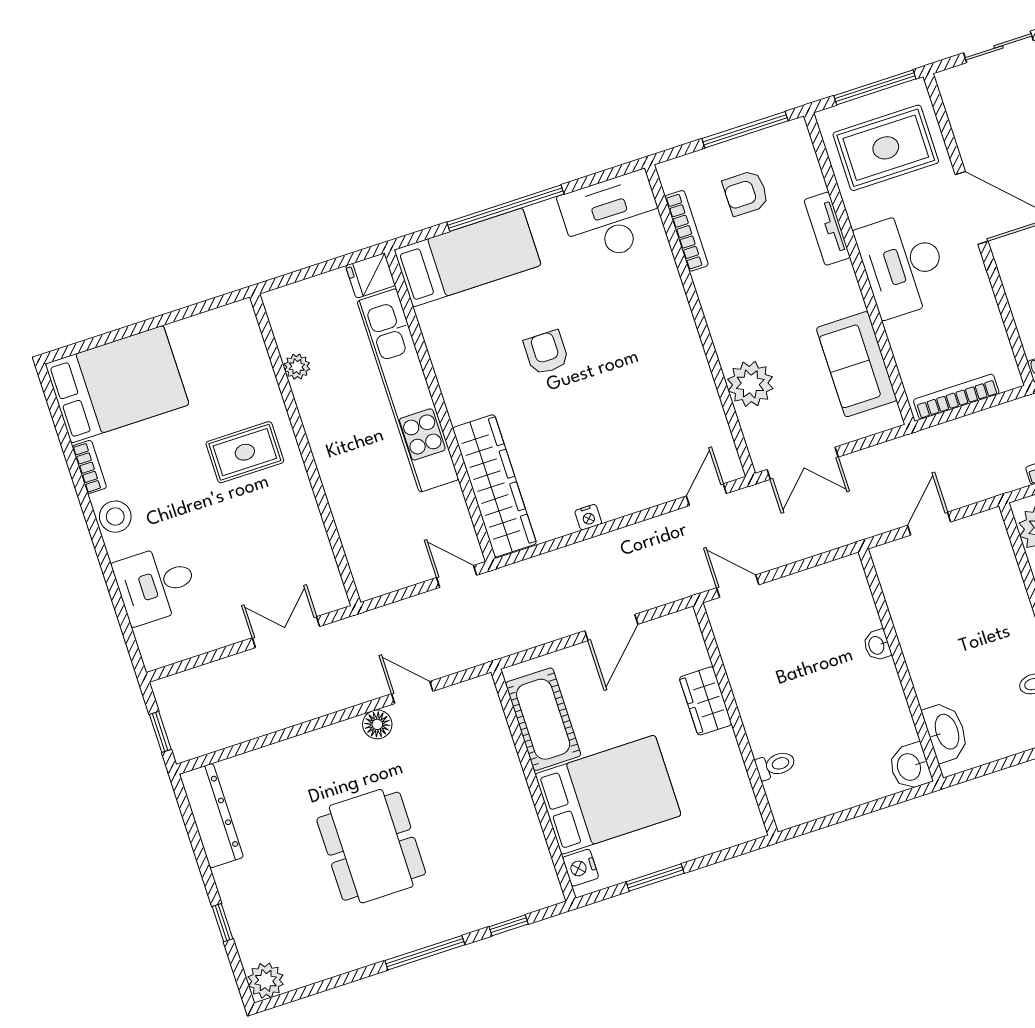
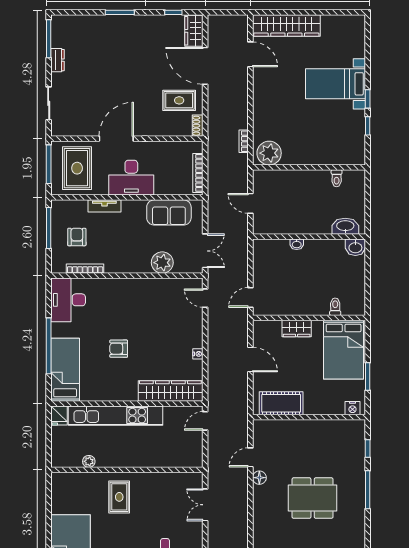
armchair: (746, 193) -> (77, 237), turned 180
bed: (608, 795) -> (344, 350), moved, turned 180

